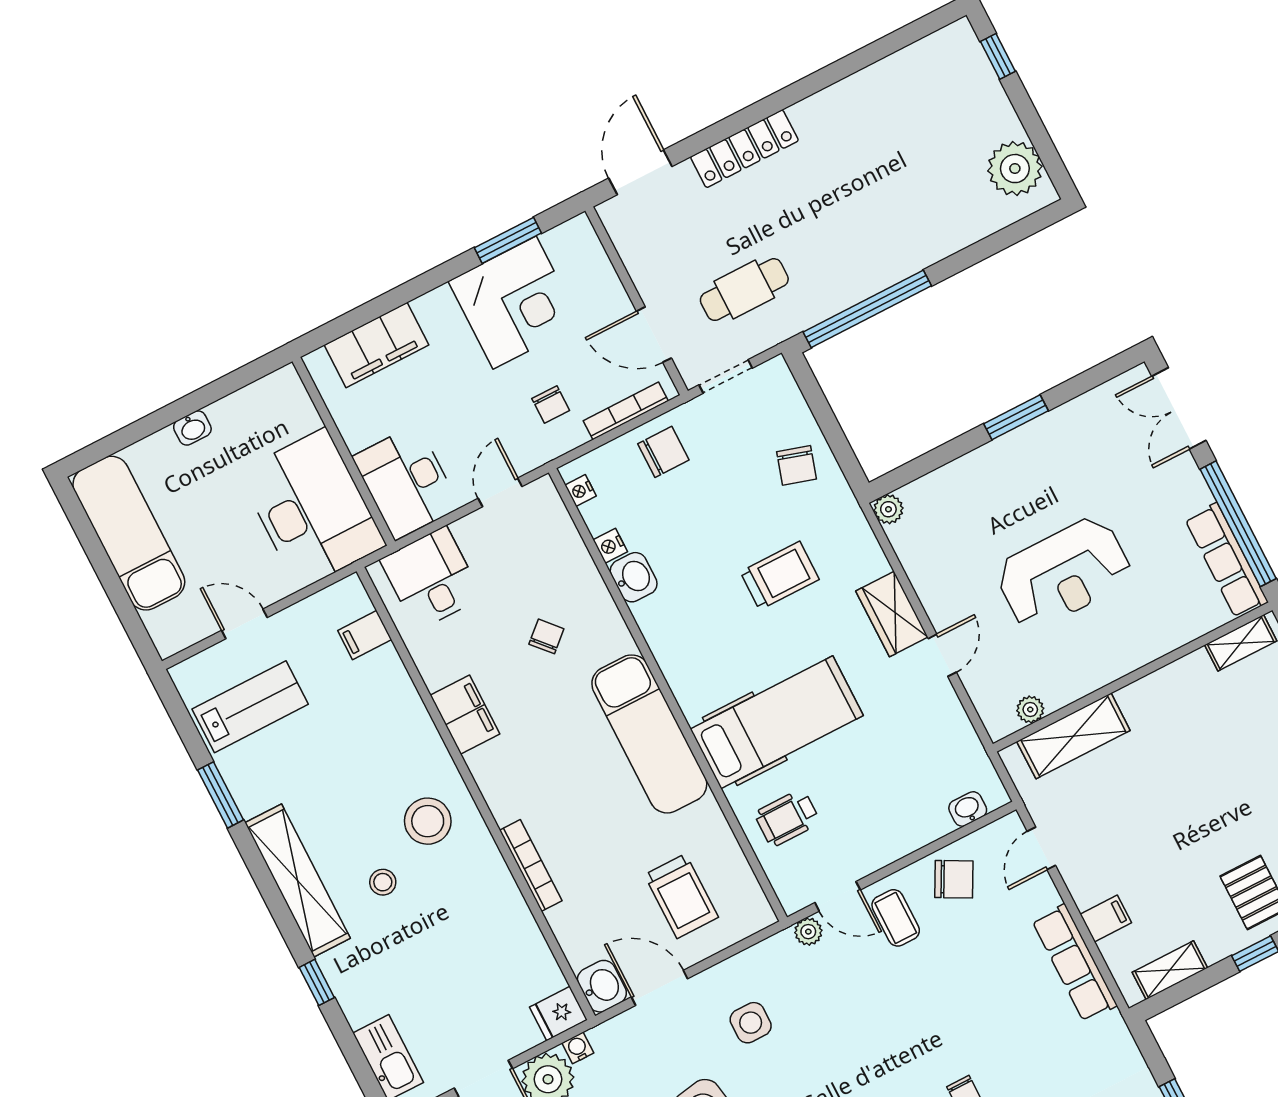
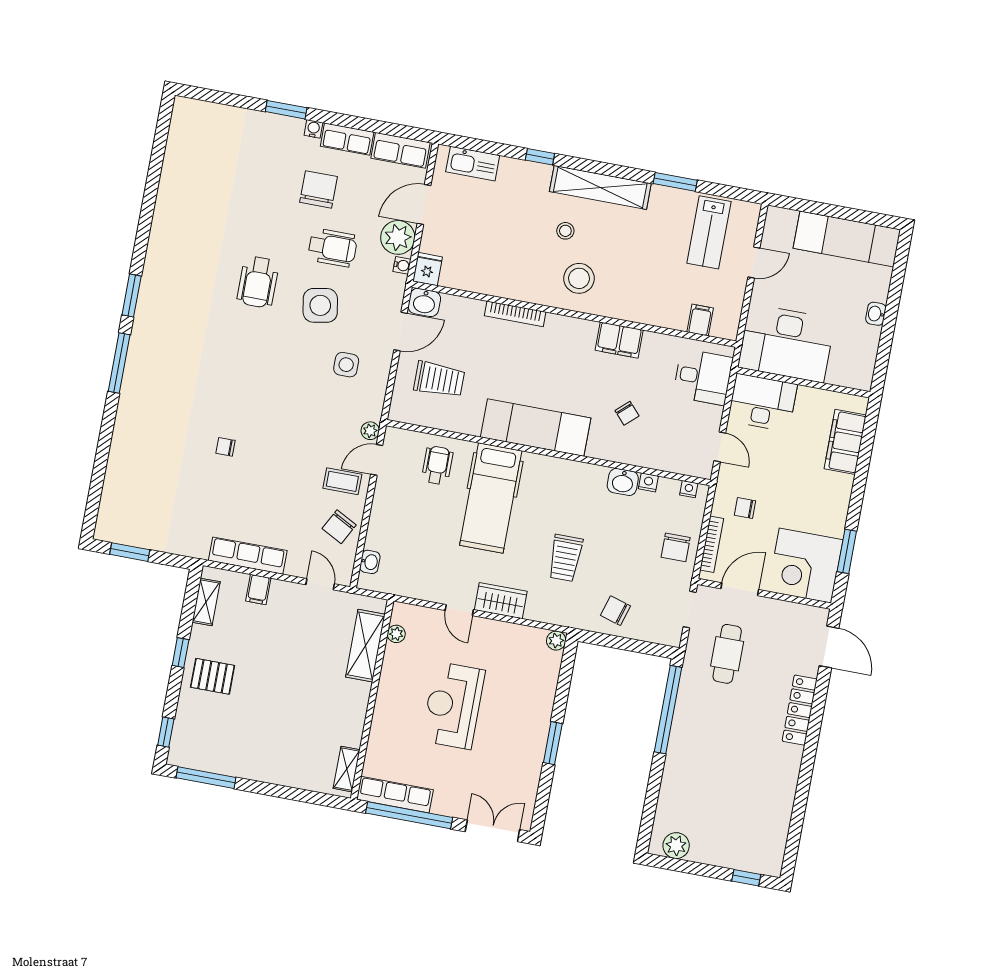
plant: (1015, 169) -> (676, 846), width x0.73, depth x0.73
corner desk: (515, 303) -> (805, 566), moved
trolley: (681, 896) -> (439, 379), turned 180

